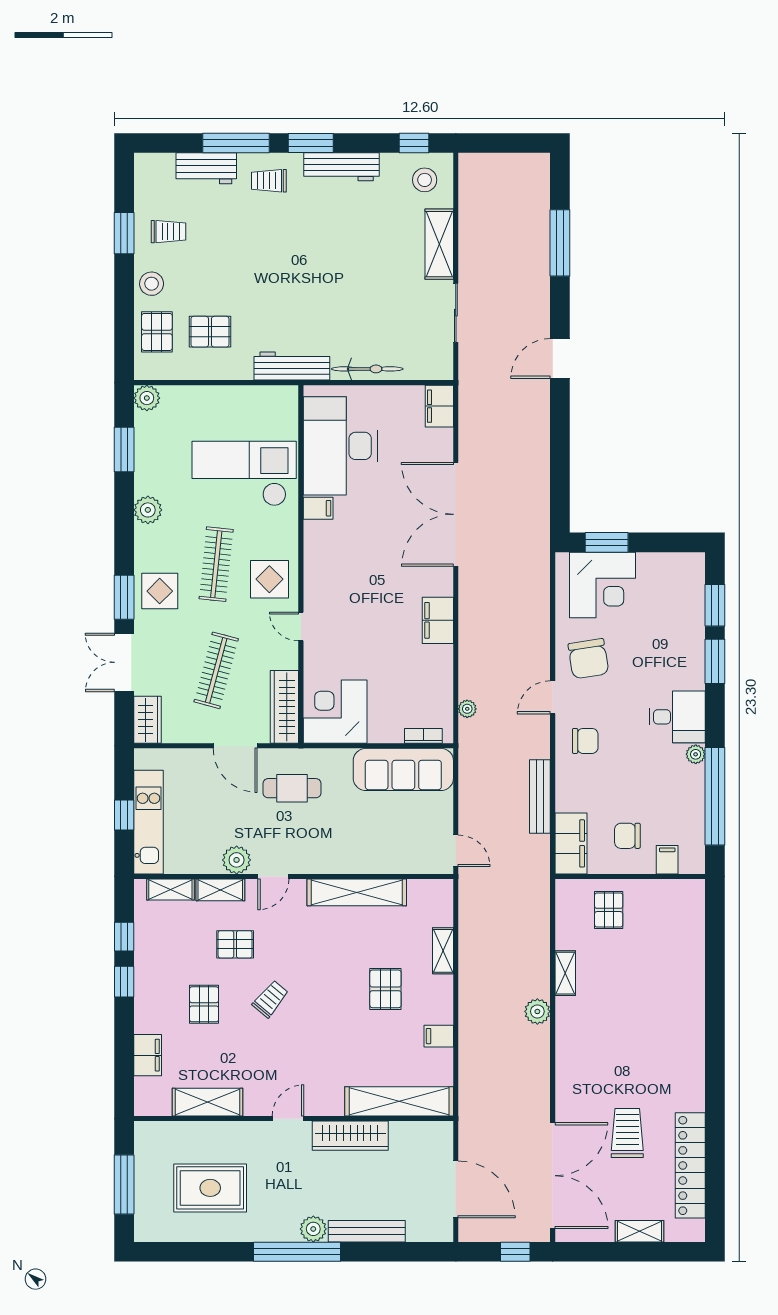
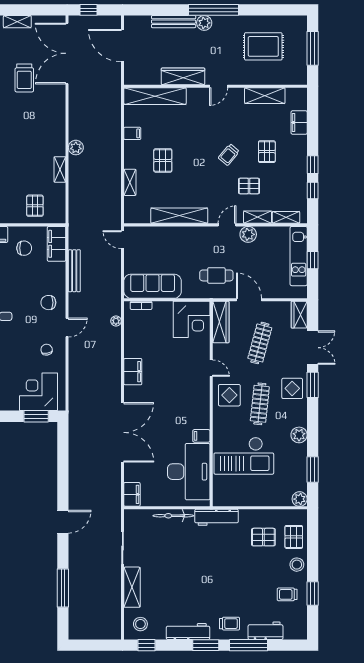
chair: (588, 659) -> (47, 350), width x0.54, depth x0.54

